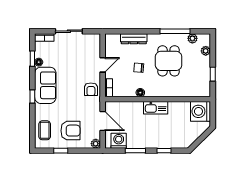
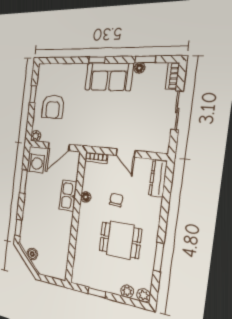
window: (175, 31) -> (159, 257), width x0.69
plant: (192, 38) -> (144, 295), moved
dresser: (134, 39) -> (158, 179), moved
armchair: (91, 89) -> (97, 135), removed
kitchen sink: (156, 108) -> (68, 196), moved
washing machine: (200, 111) -> (56, 266), removed
coffee table: (45, 130) -> (57, 75), removed
boiler: (195, 134) -> (32, 254), added
window: (164, 151) -> (18, 228), moved

